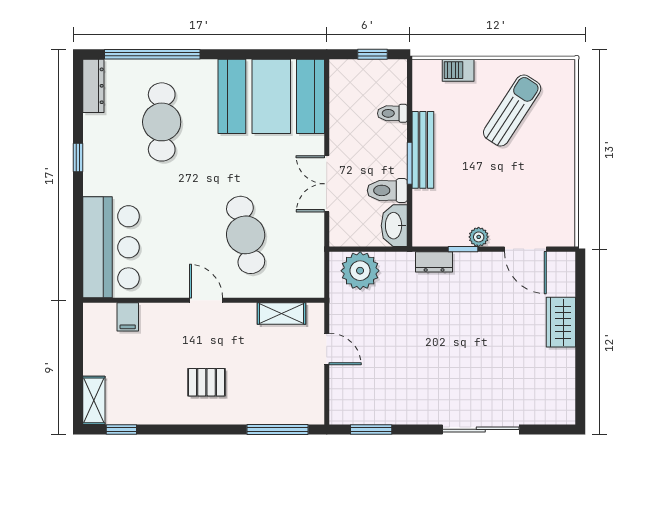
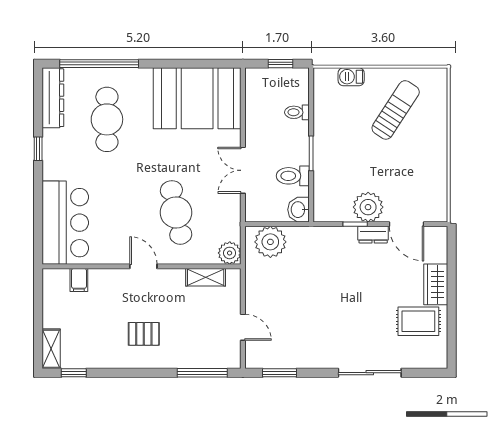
dresser: (93, 86) -> (53, 98), width x1.37, depth x1.24
bench: (423, 150) -> (322, 142), removed
washbasin: (394, 226) -> (299, 210), width x0.72
plant: (479, 237) -> (368, 207), width x1.88, depth x1.88
dresser: (434, 262) -> (373, 235), moved
plant: (311, 284) -> (230, 253), added
door: (327, 349) -> (243, 327), moved
rug: (540, 367) -> (418, 321), added

